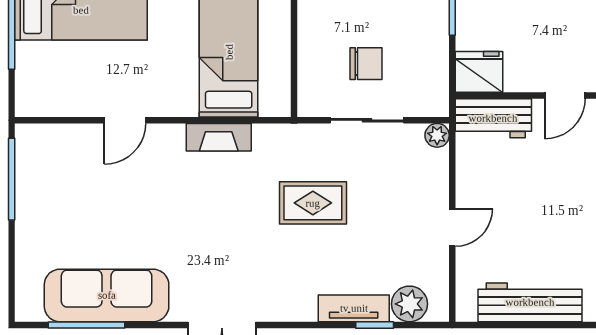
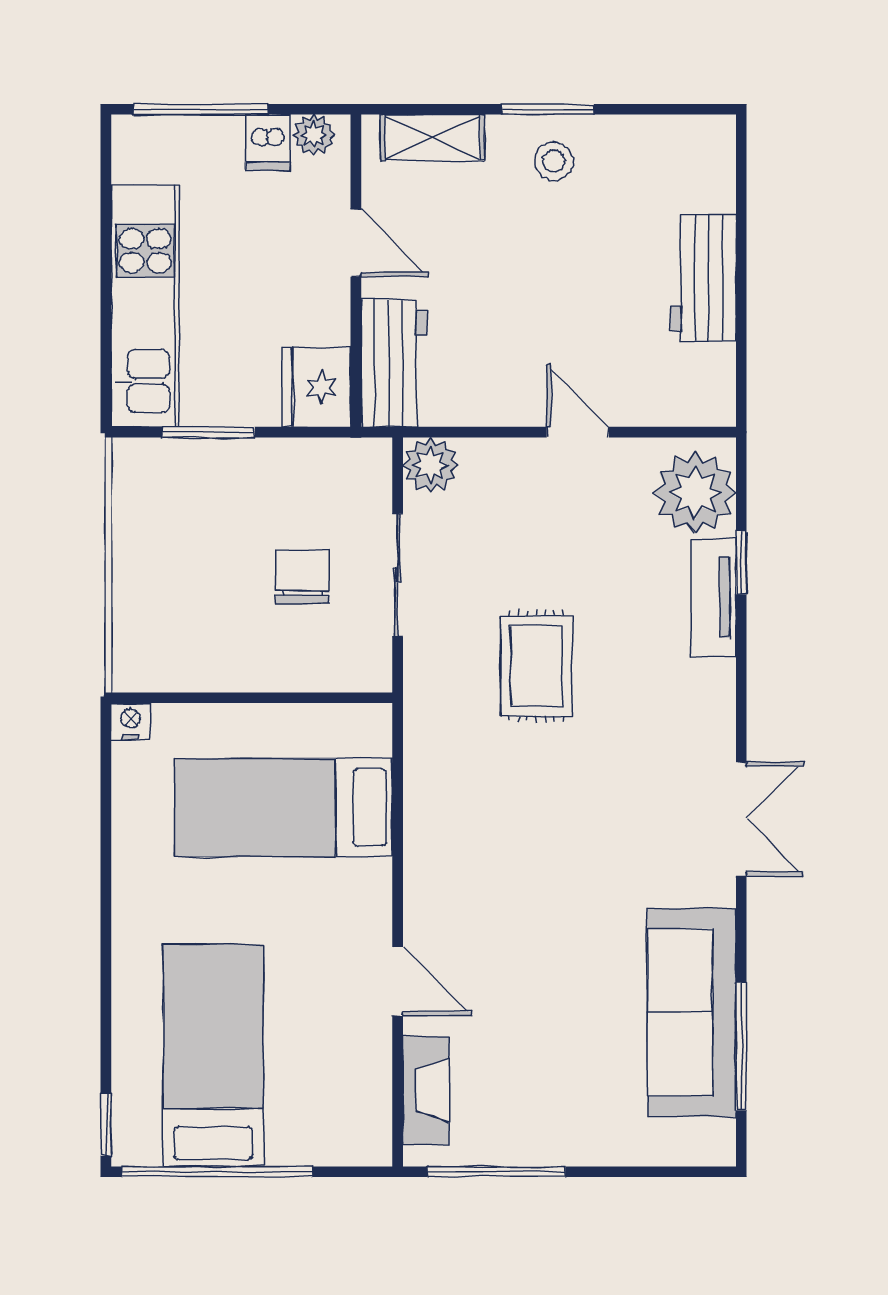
plant: (437, 135) -> (430, 465), width x1.38, depth x1.38
fireplace: (219, 137) -> (426, 1090), moved
workbench: (530, 302) -> (703, 278), width x0.73
plant: (409, 304) -> (695, 493), width x1.36, depth x1.36

